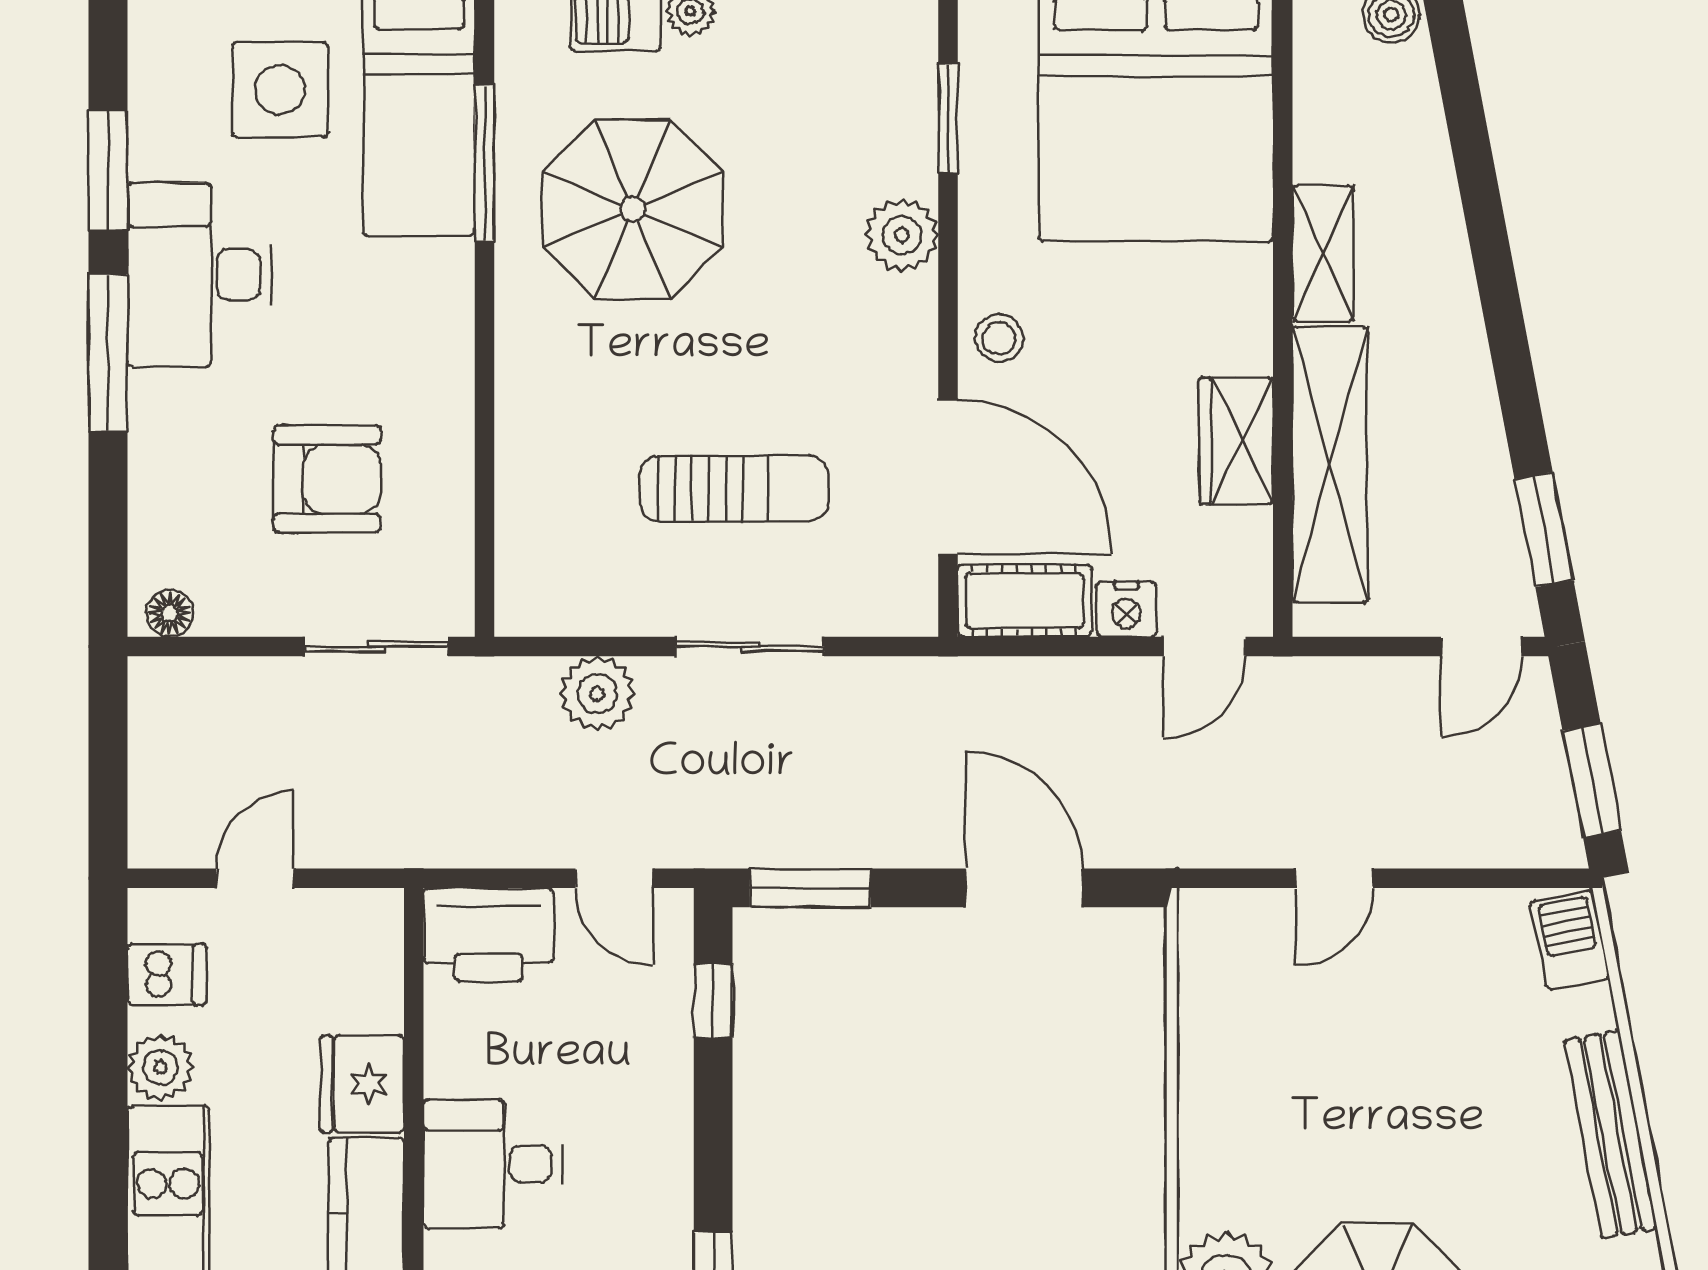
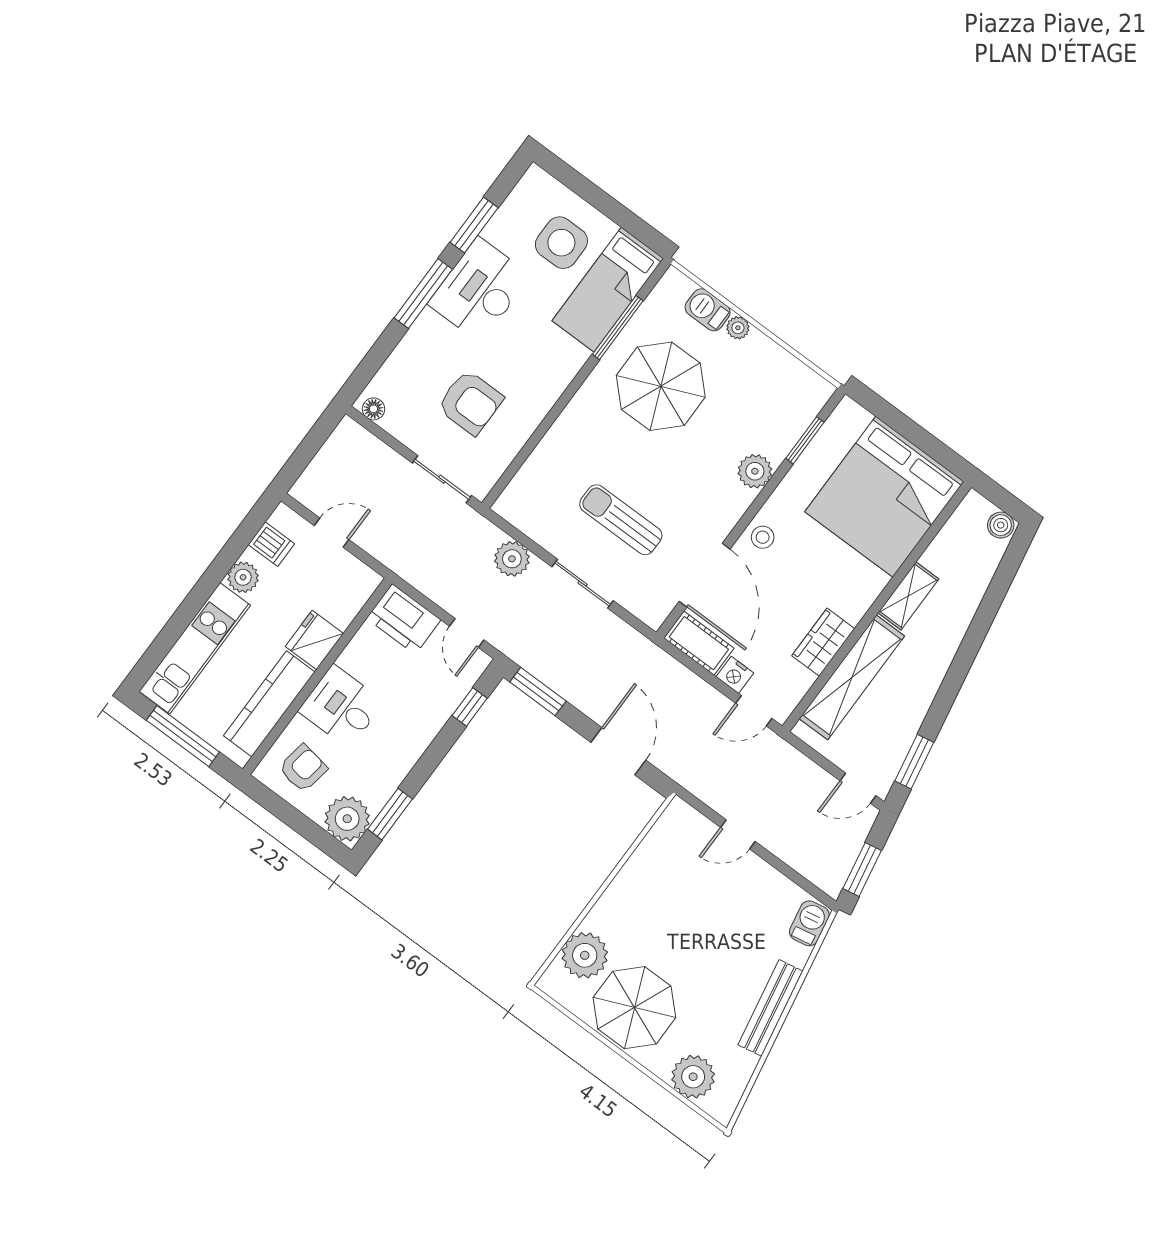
sun lounger: (734, 488) -> (621, 520), turned 180

